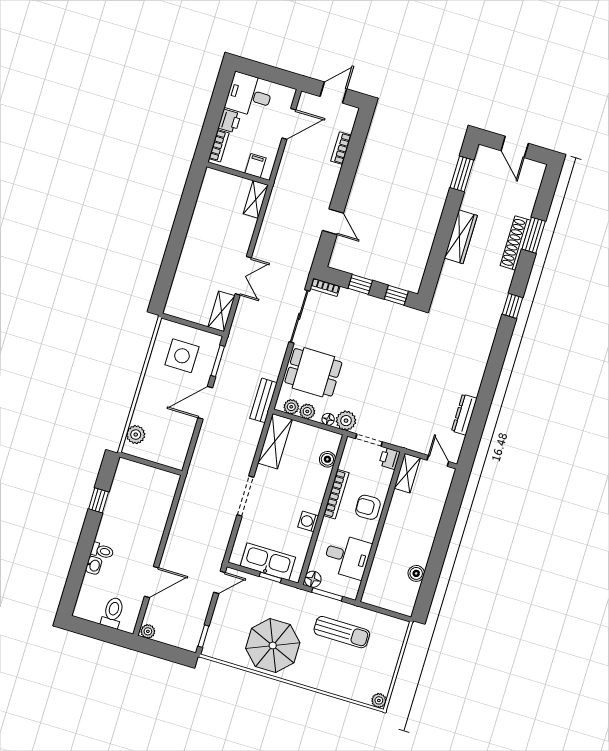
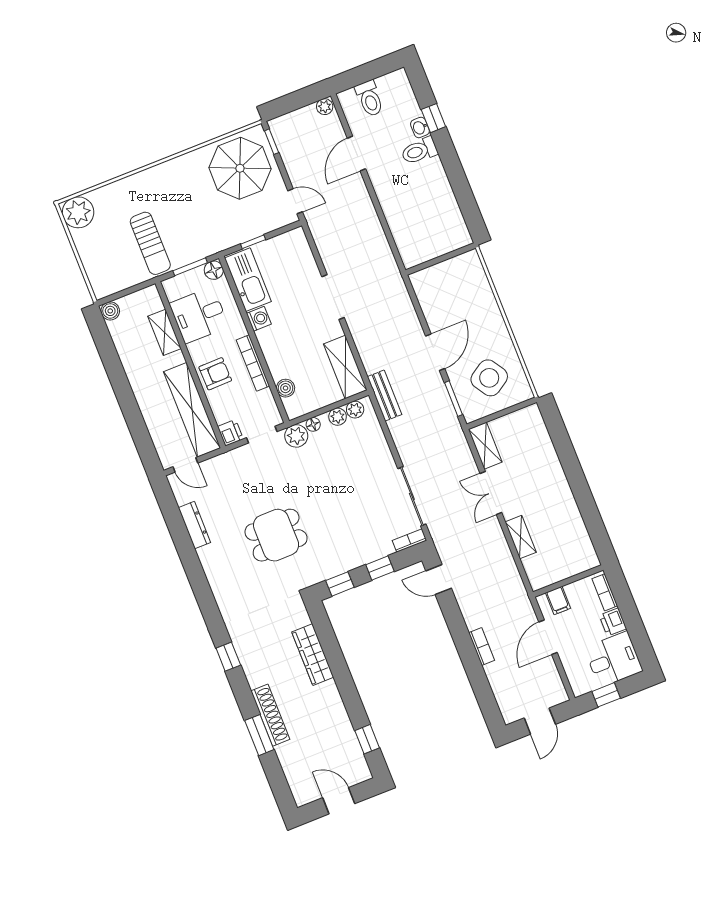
window: (274, 75) -> (606, 695), added
door: (289, 124) -> (548, 637), moved
bookcase: (341, 148) -> (482, 647), moved
window: (462, 174) -> (367, 739), width x0.67
shelving: (256, 199) -> (521, 537), moved
door: (333, 222) -> (439, 580), moved
wardrobe: (461, 237) -> (313, 655), moved
side table: (182, 356) -> (489, 378), turned -33
dining table: (313, 372) -> (276, 535), moved
plant: (136, 435) -> (475, 274), removed
shelving: (407, 473) -> (192, 410), width x2.20, depth x1.33
window: (99, 500) -> (433, 118), moved
toilet: (102, 551) -> (419, 151), width x1.37, depth x1.39
kitchen sink: (268, 562) -> (248, 280), moved, turned -90
shelving: (380, 563) -> (165, 332), added
boiler: (416, 573) -> (110, 311), moved
door: (220, 582) -> (295, 201), swing flipped
sun lounger: (342, 632) -> (150, 243), turned -90
parasol: (273, 645) -> (240, 168), moved
plant: (379, 700) -> (78, 212), width x1.87, depth x1.87

